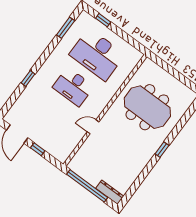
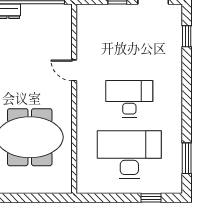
window: (28, 78) -> (187, 36), moved
door: (93, 127) -> (74, 70), swing flipped

